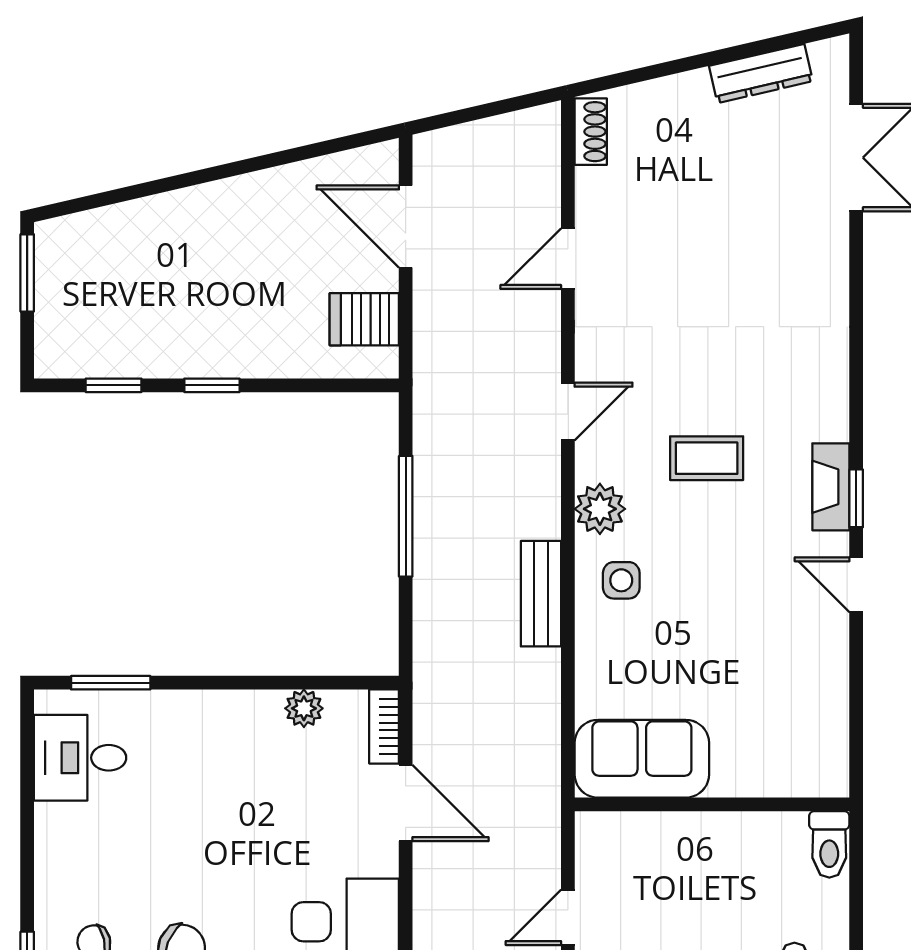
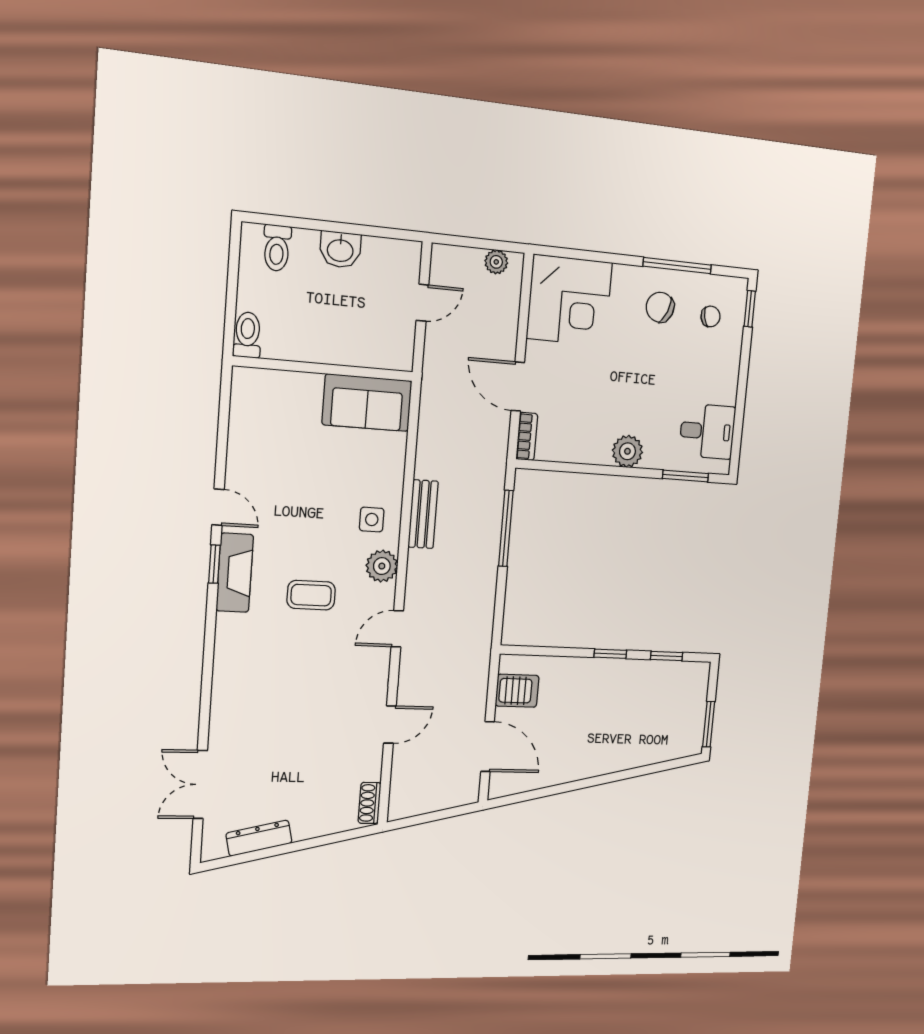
fireplace: (831, 487) -> (235, 573), width x1.37, depth x1.32
window: (406, 516) -> (506, 528), moved
plant: (304, 708) -> (627, 451), moved, width x1.38, depth x1.38

